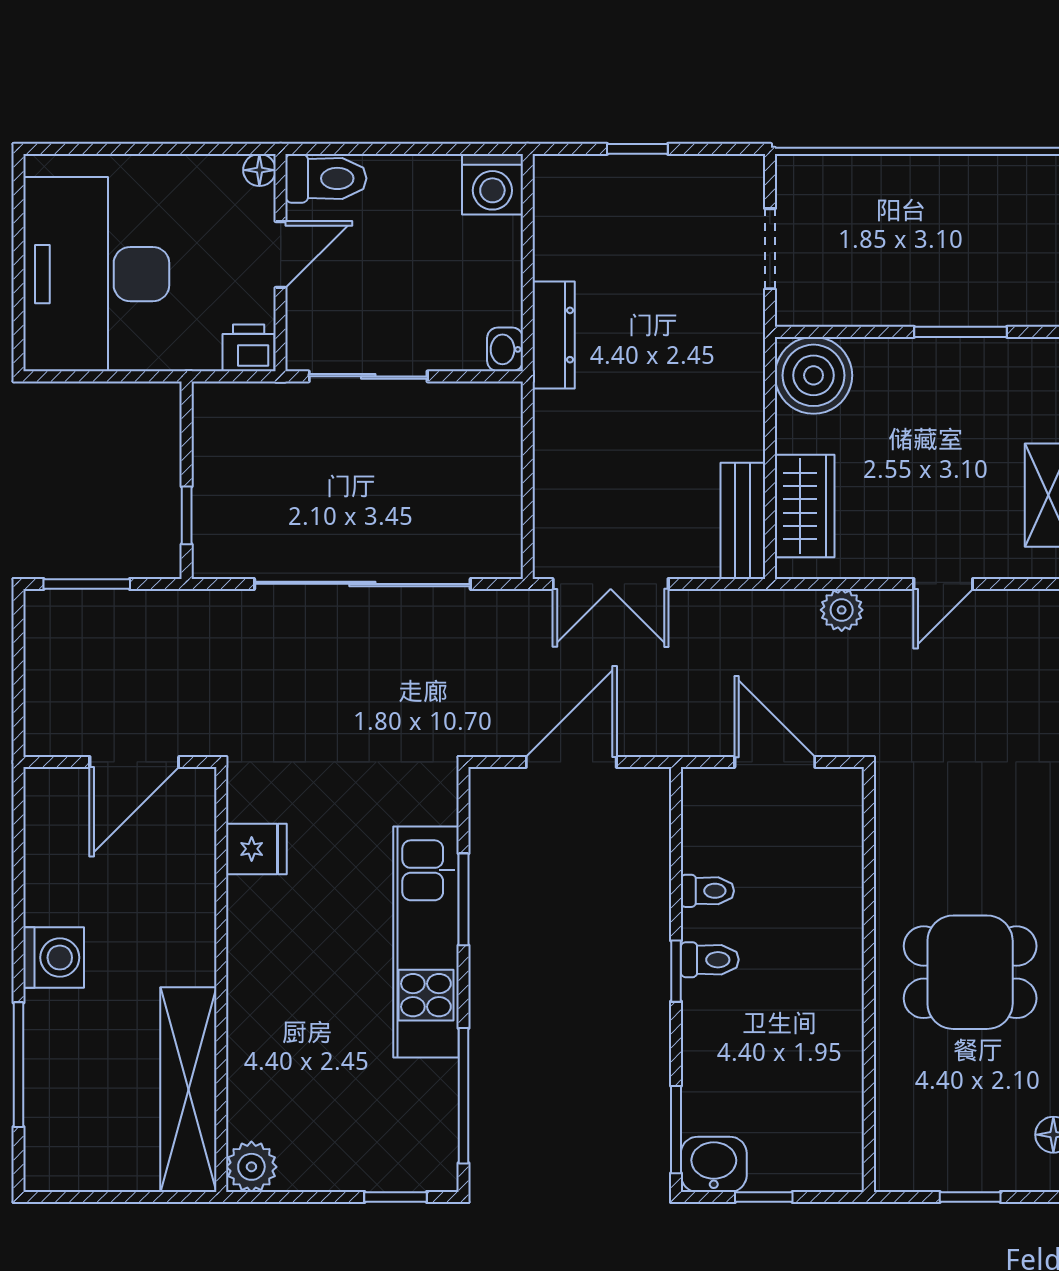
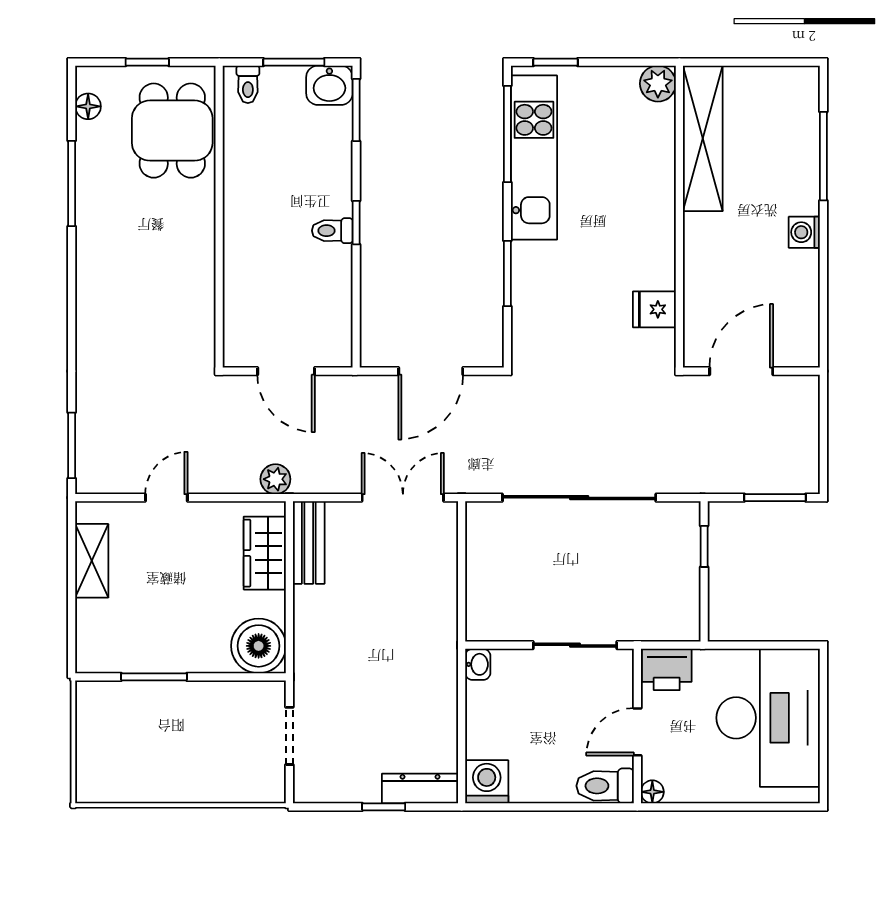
dresser: (554, 335) -> (420, 788), moved, turned 90
printer: (249, 348) -> (667, 669), width x1.36, depth x1.24
plant: (842, 610) -> (275, 479), moved
toilet: (707, 891) -> (248, 84), moved, turned -90
kitchen unit: (426, 942) -> (534, 158), moved
washing machine: (54, 958) -> (804, 232), width x0.73, depth x0.73
dining table: (970, 972) -> (172, 131), moved, turned 90
window: (764, 1197) -> (294, 62), width x1.50

